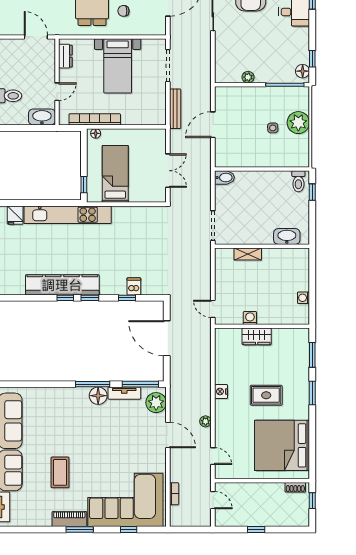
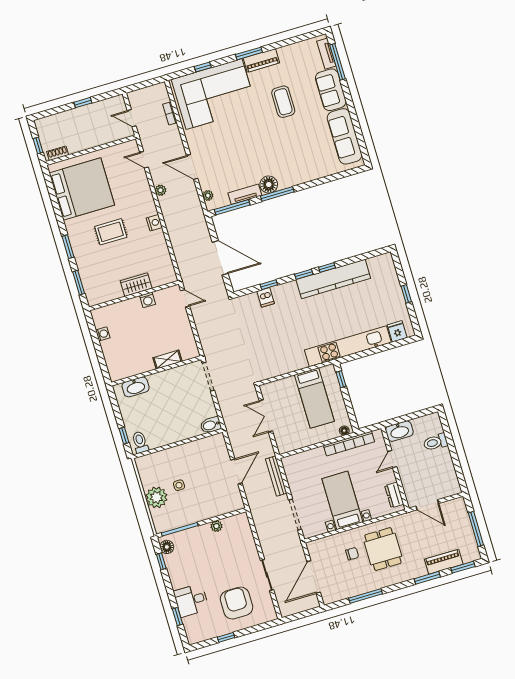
plant: (156, 403) -> (208, 196), width x0.53, depth x0.53

